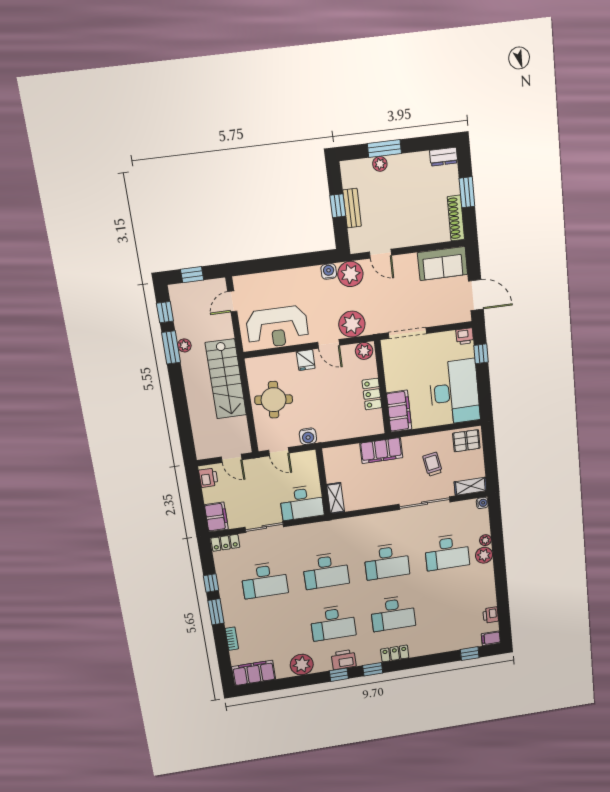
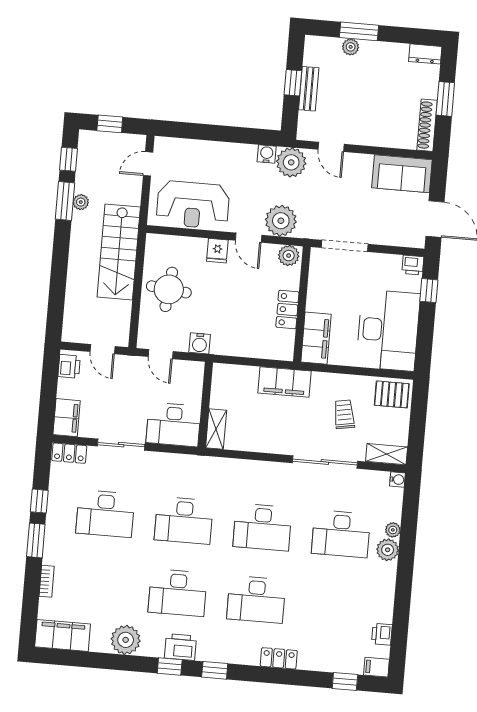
locker: (395, 653) -> (279, 658), moved

